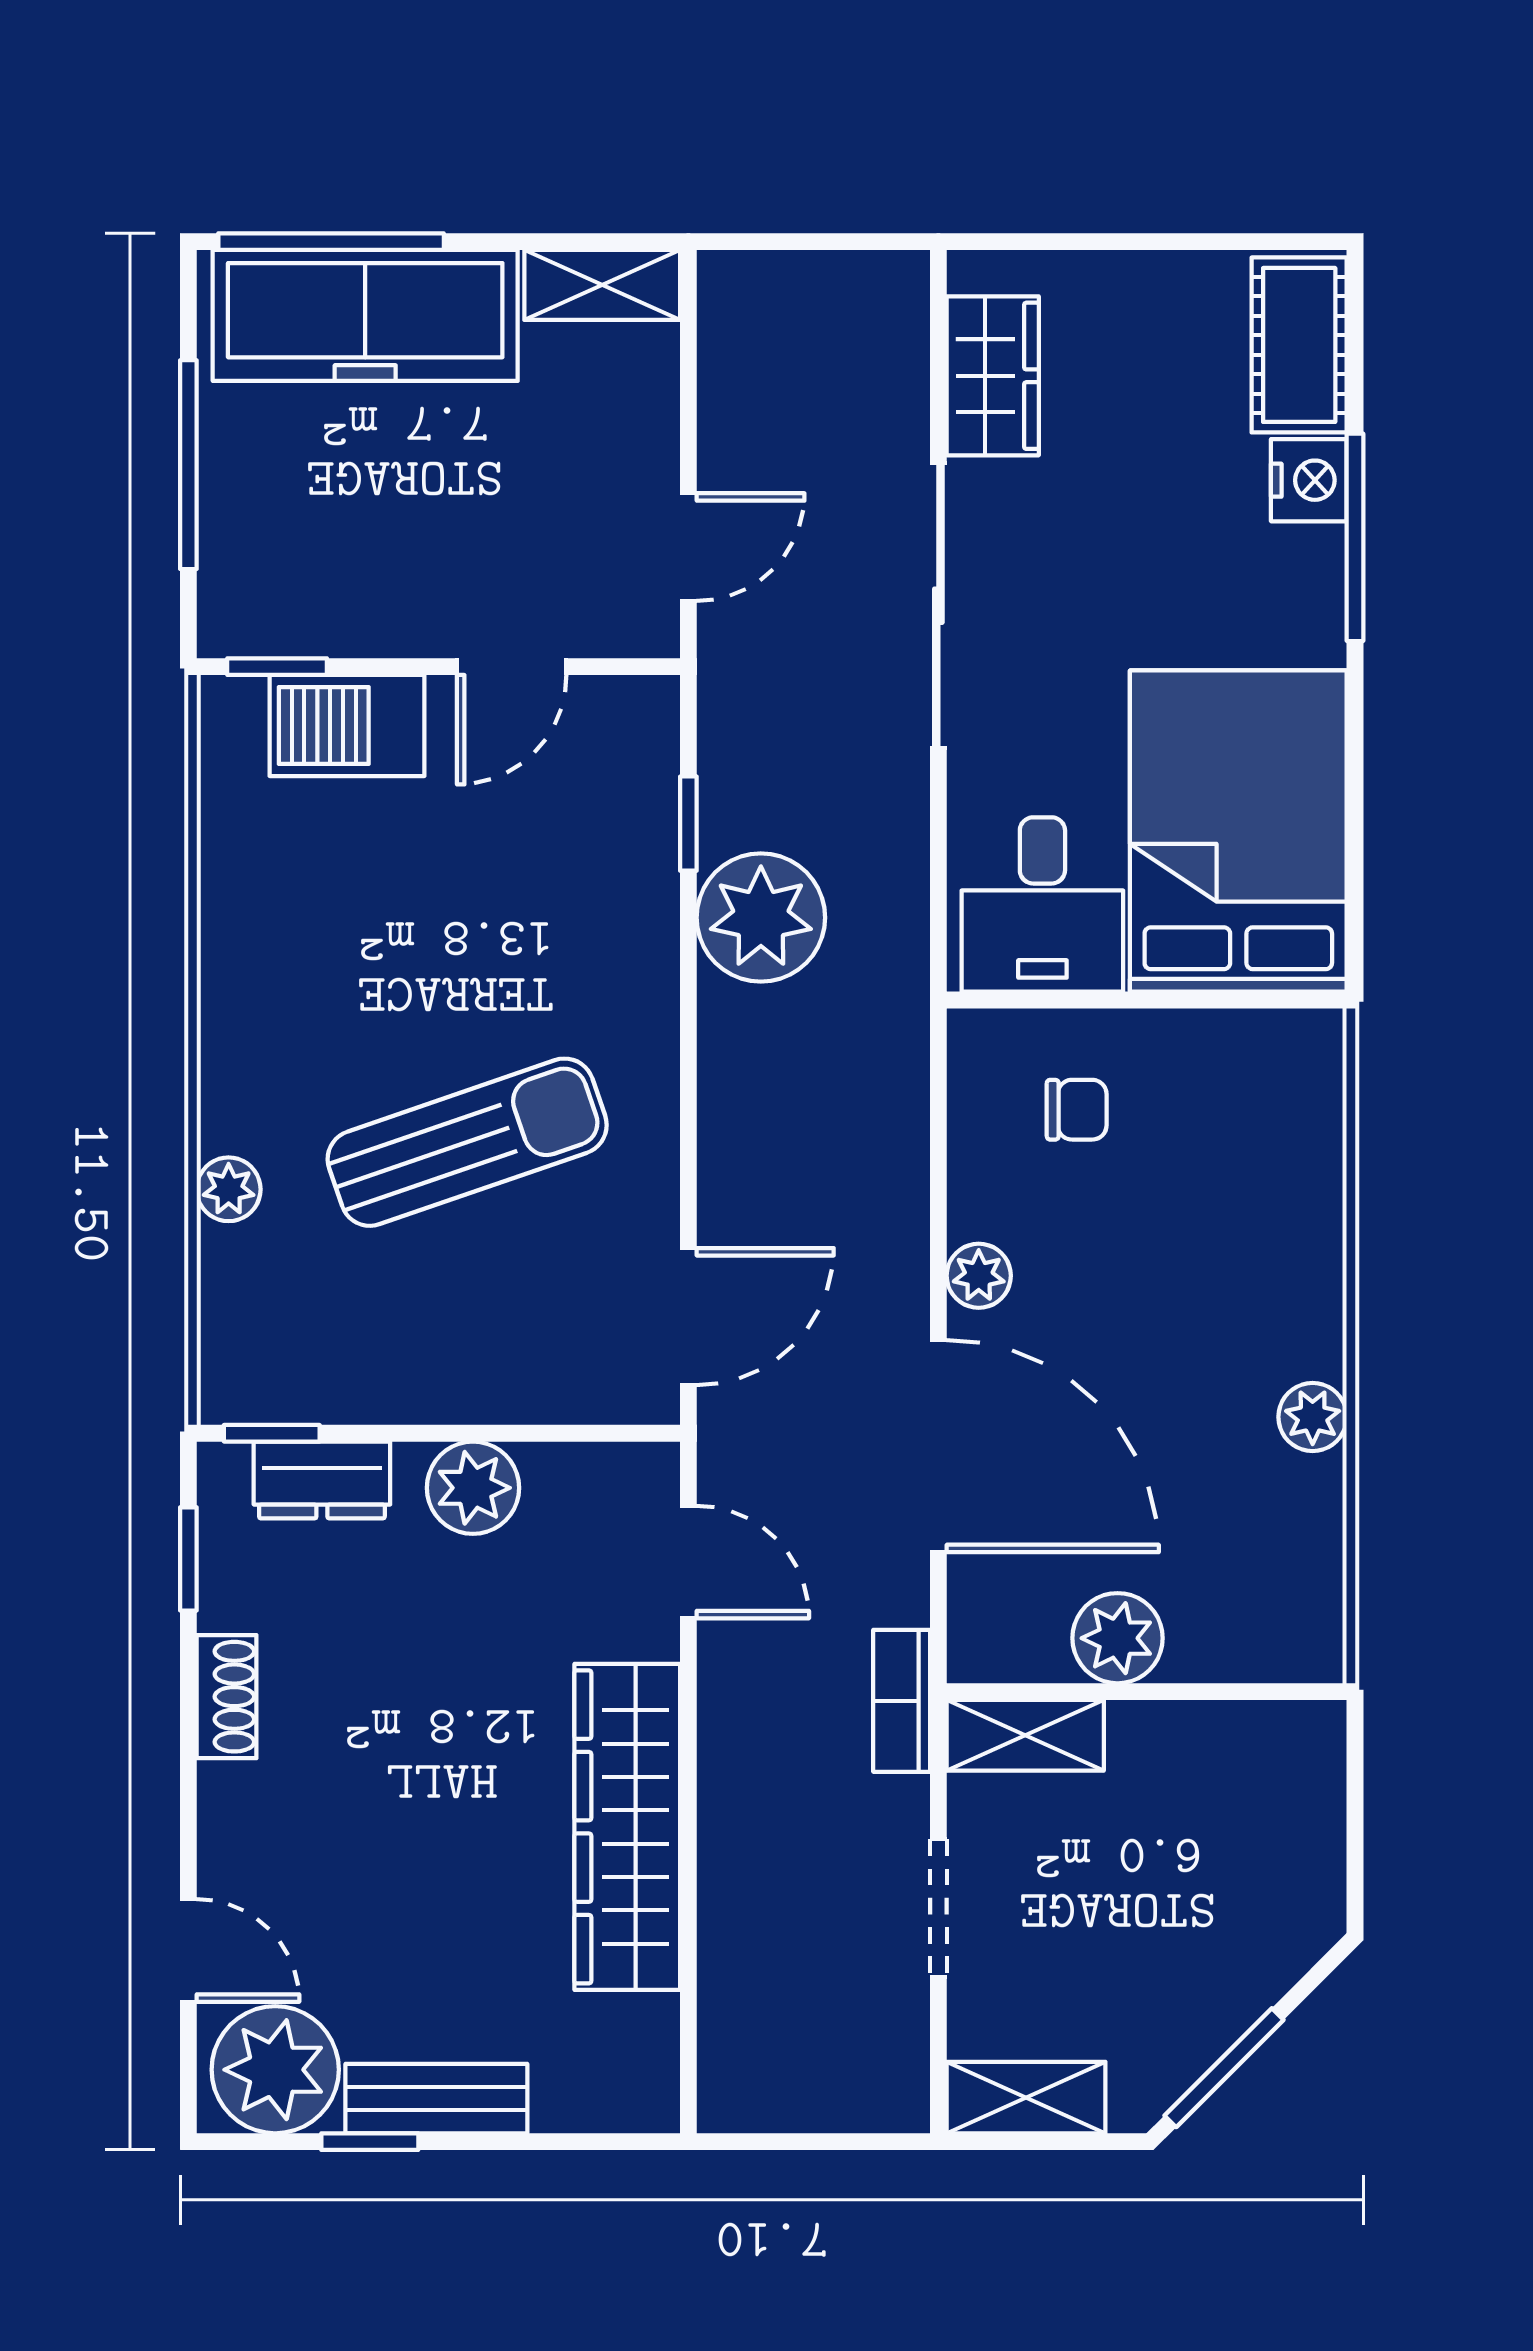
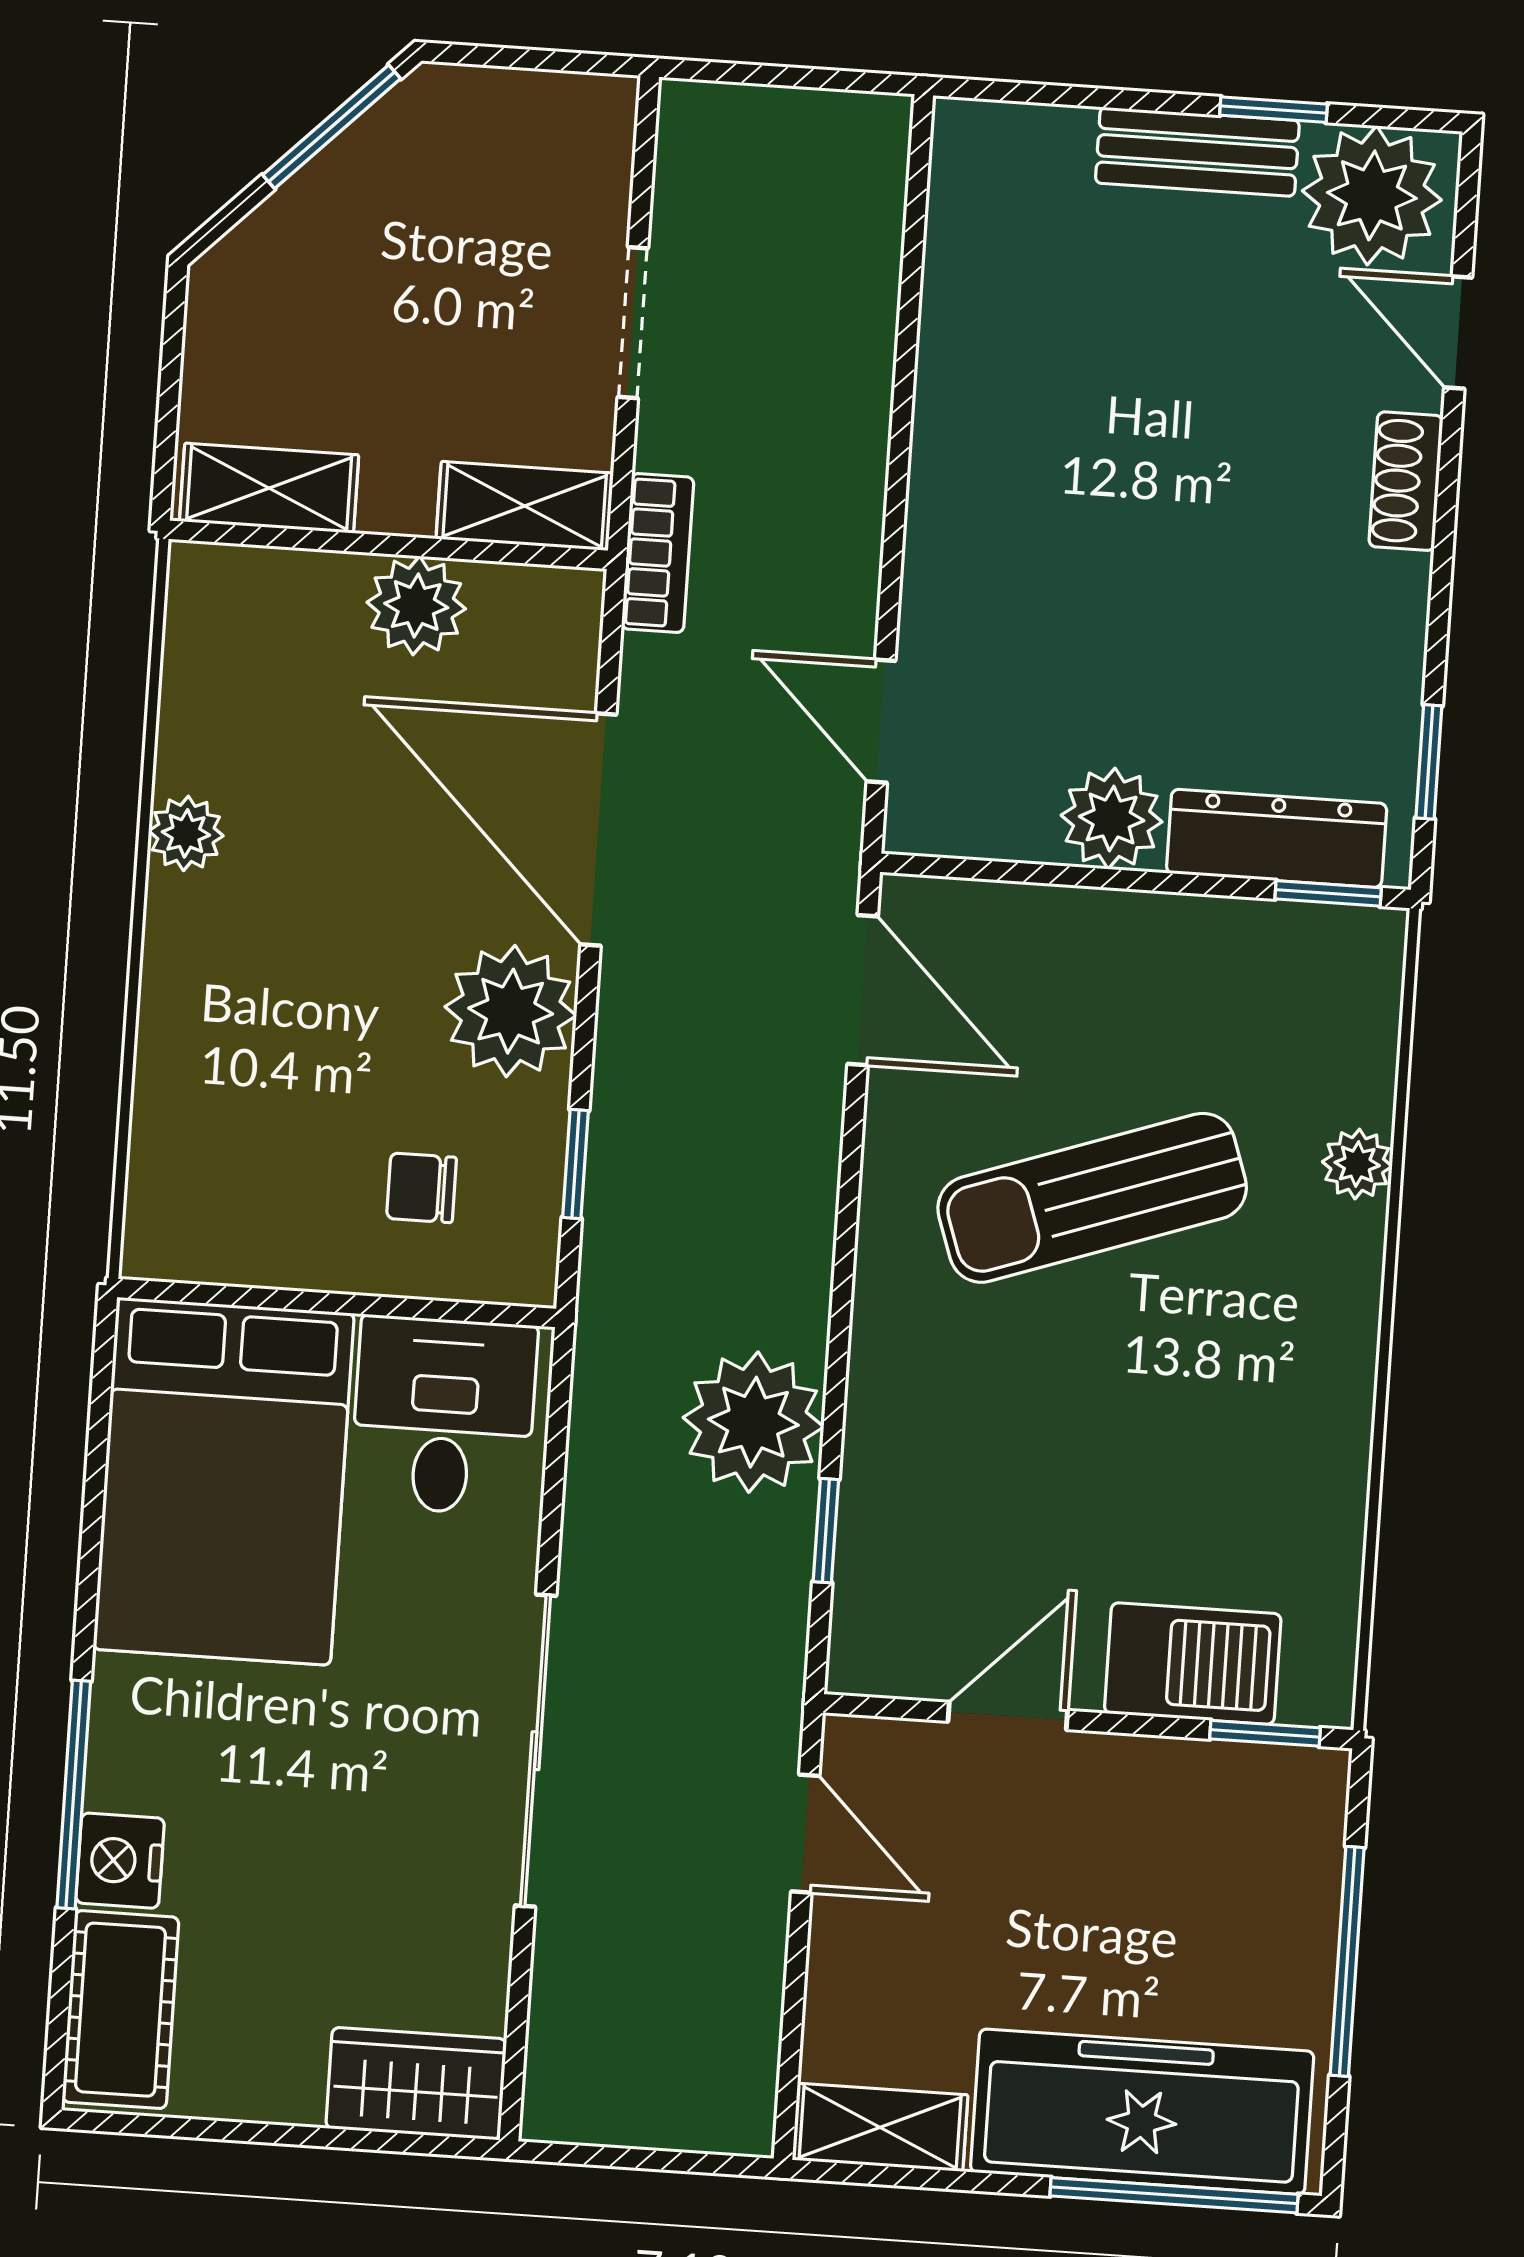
wardrobe: (993, 376) -> (416, 2084), moved, turned 90
door: (688, 547) -> (805, 1834), swing flipped
window: (938, 1141) -> (576, 1164), added
plant: (979, 1276) -> (511, 1011), width x1.87, depth x1.87
door: (688, 1317) -> (863, 990), swing flipped
dresser: (322, 1480) -> (1277, 838), width x1.44
shoe rack: (227, 1697) -> (1406, 481), moved
wardrobe: (627, 1827) -> (968, 435), removed
shelving: (1026, 2098) -> (269, 488), moved

